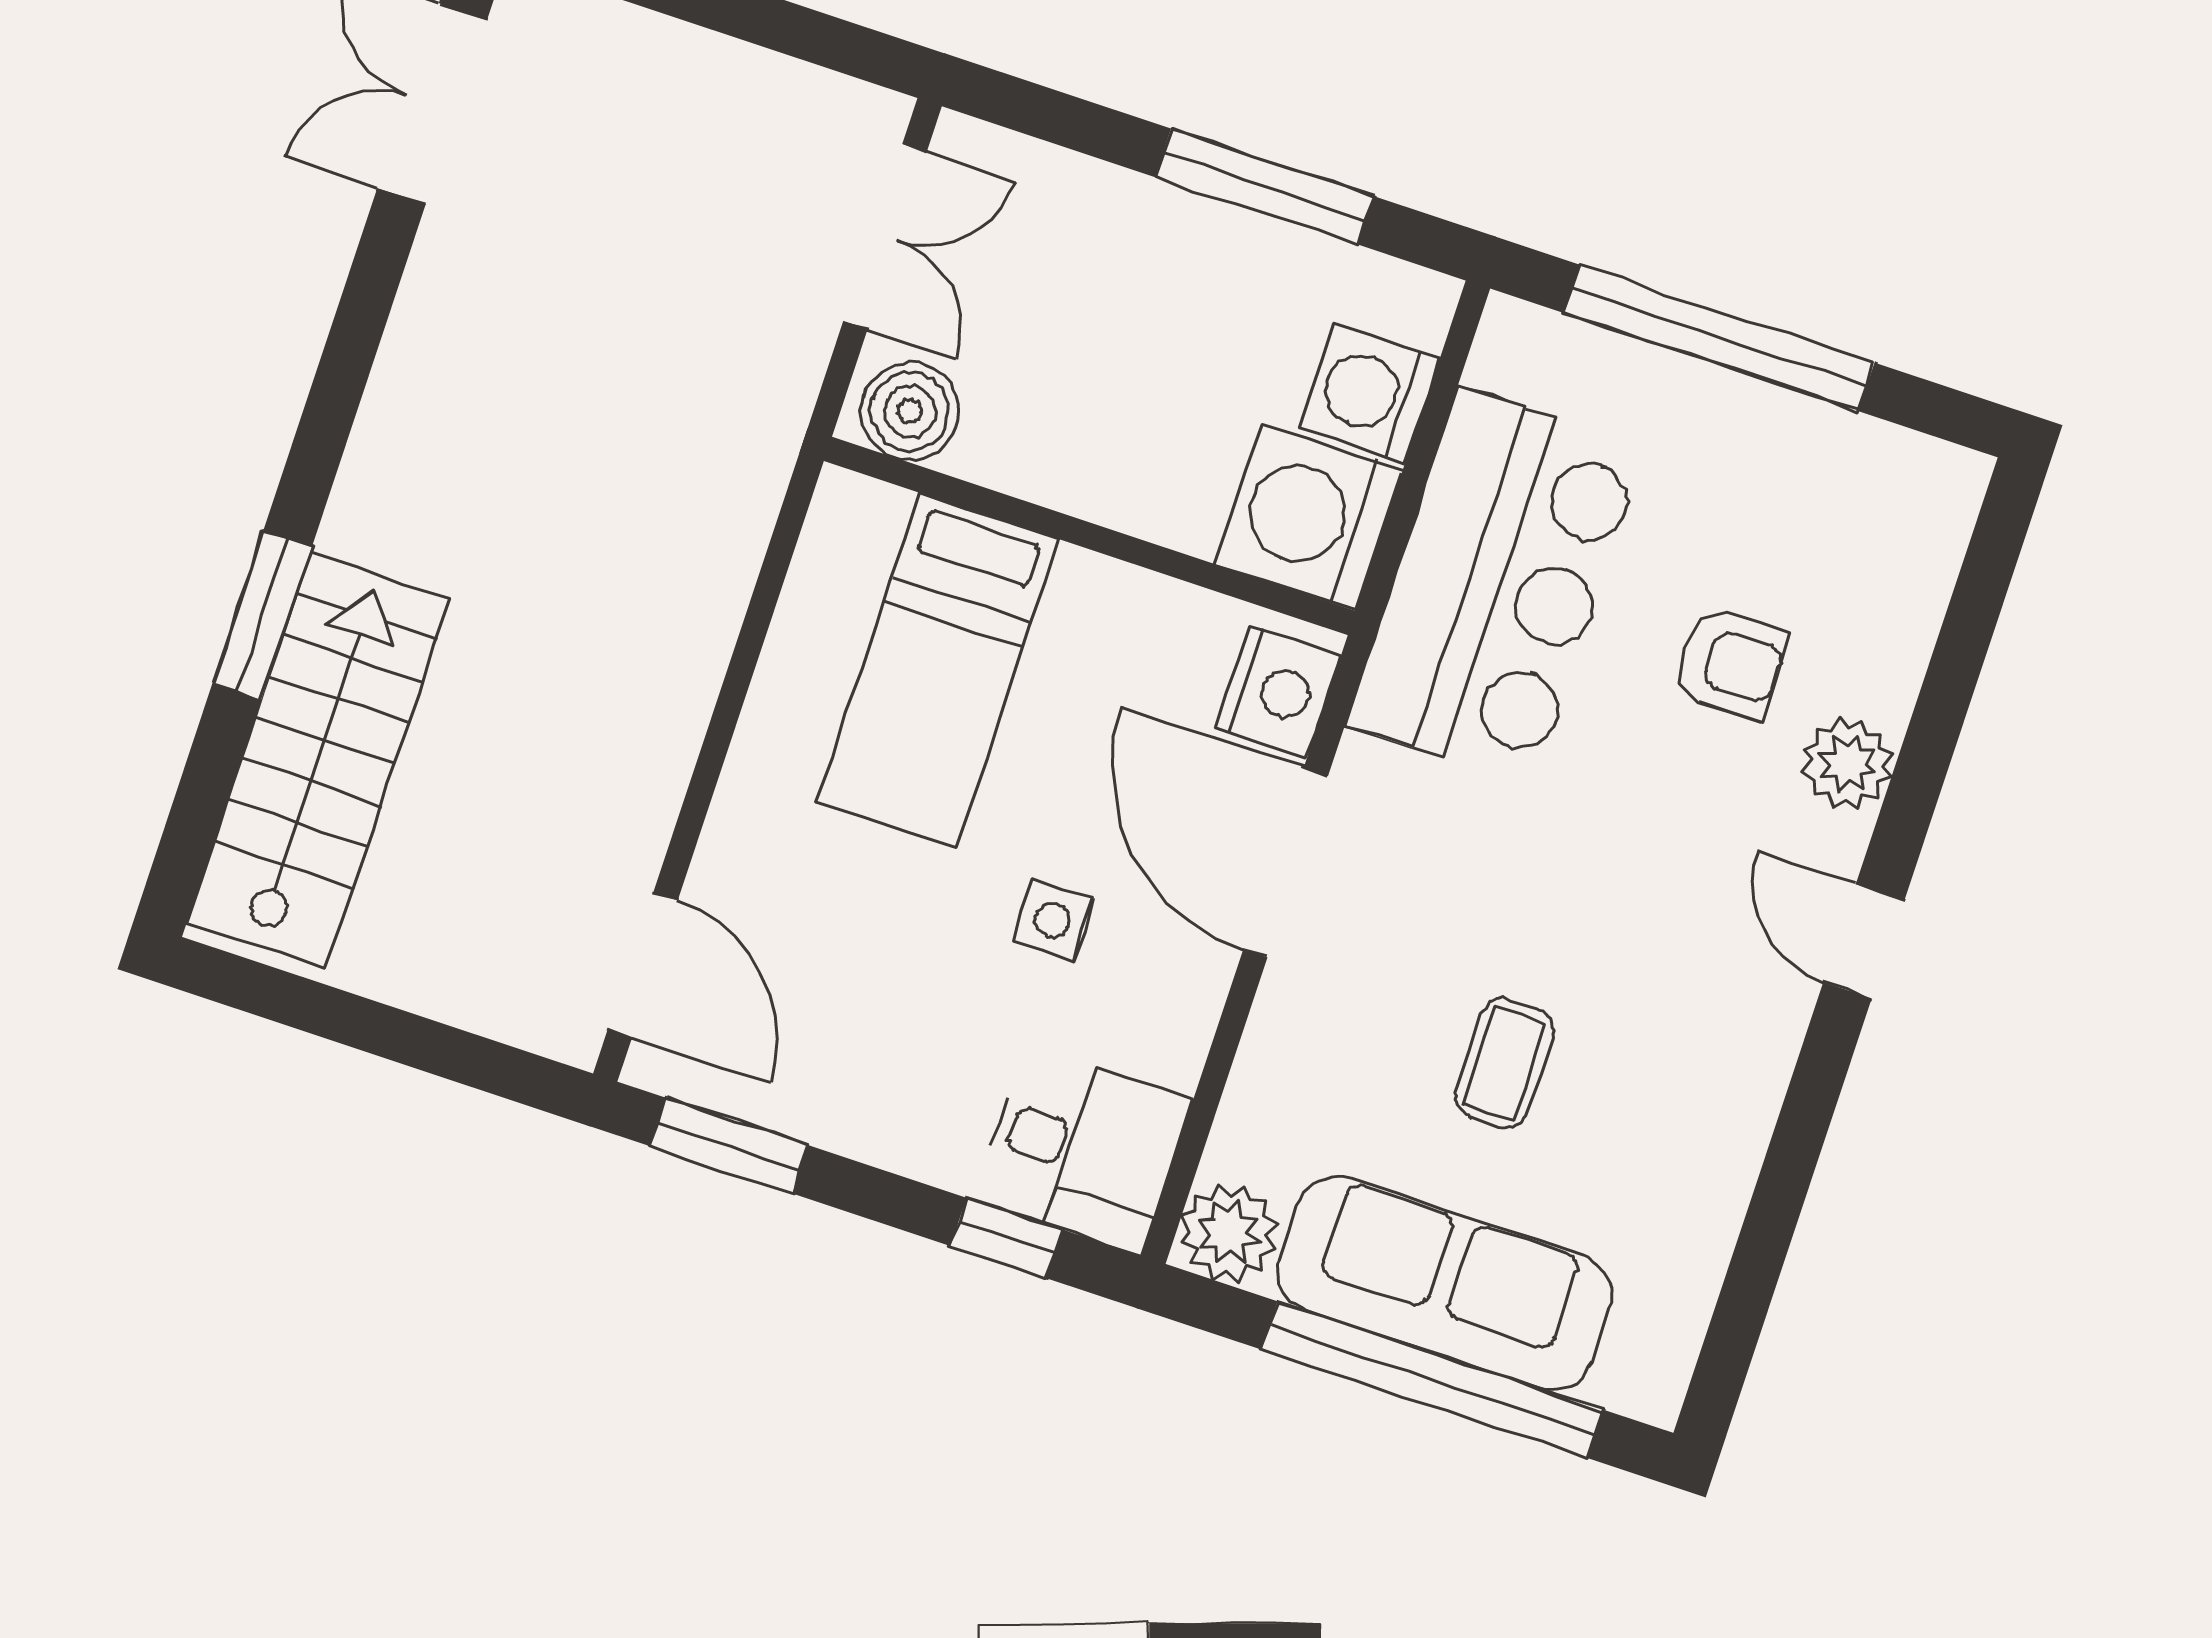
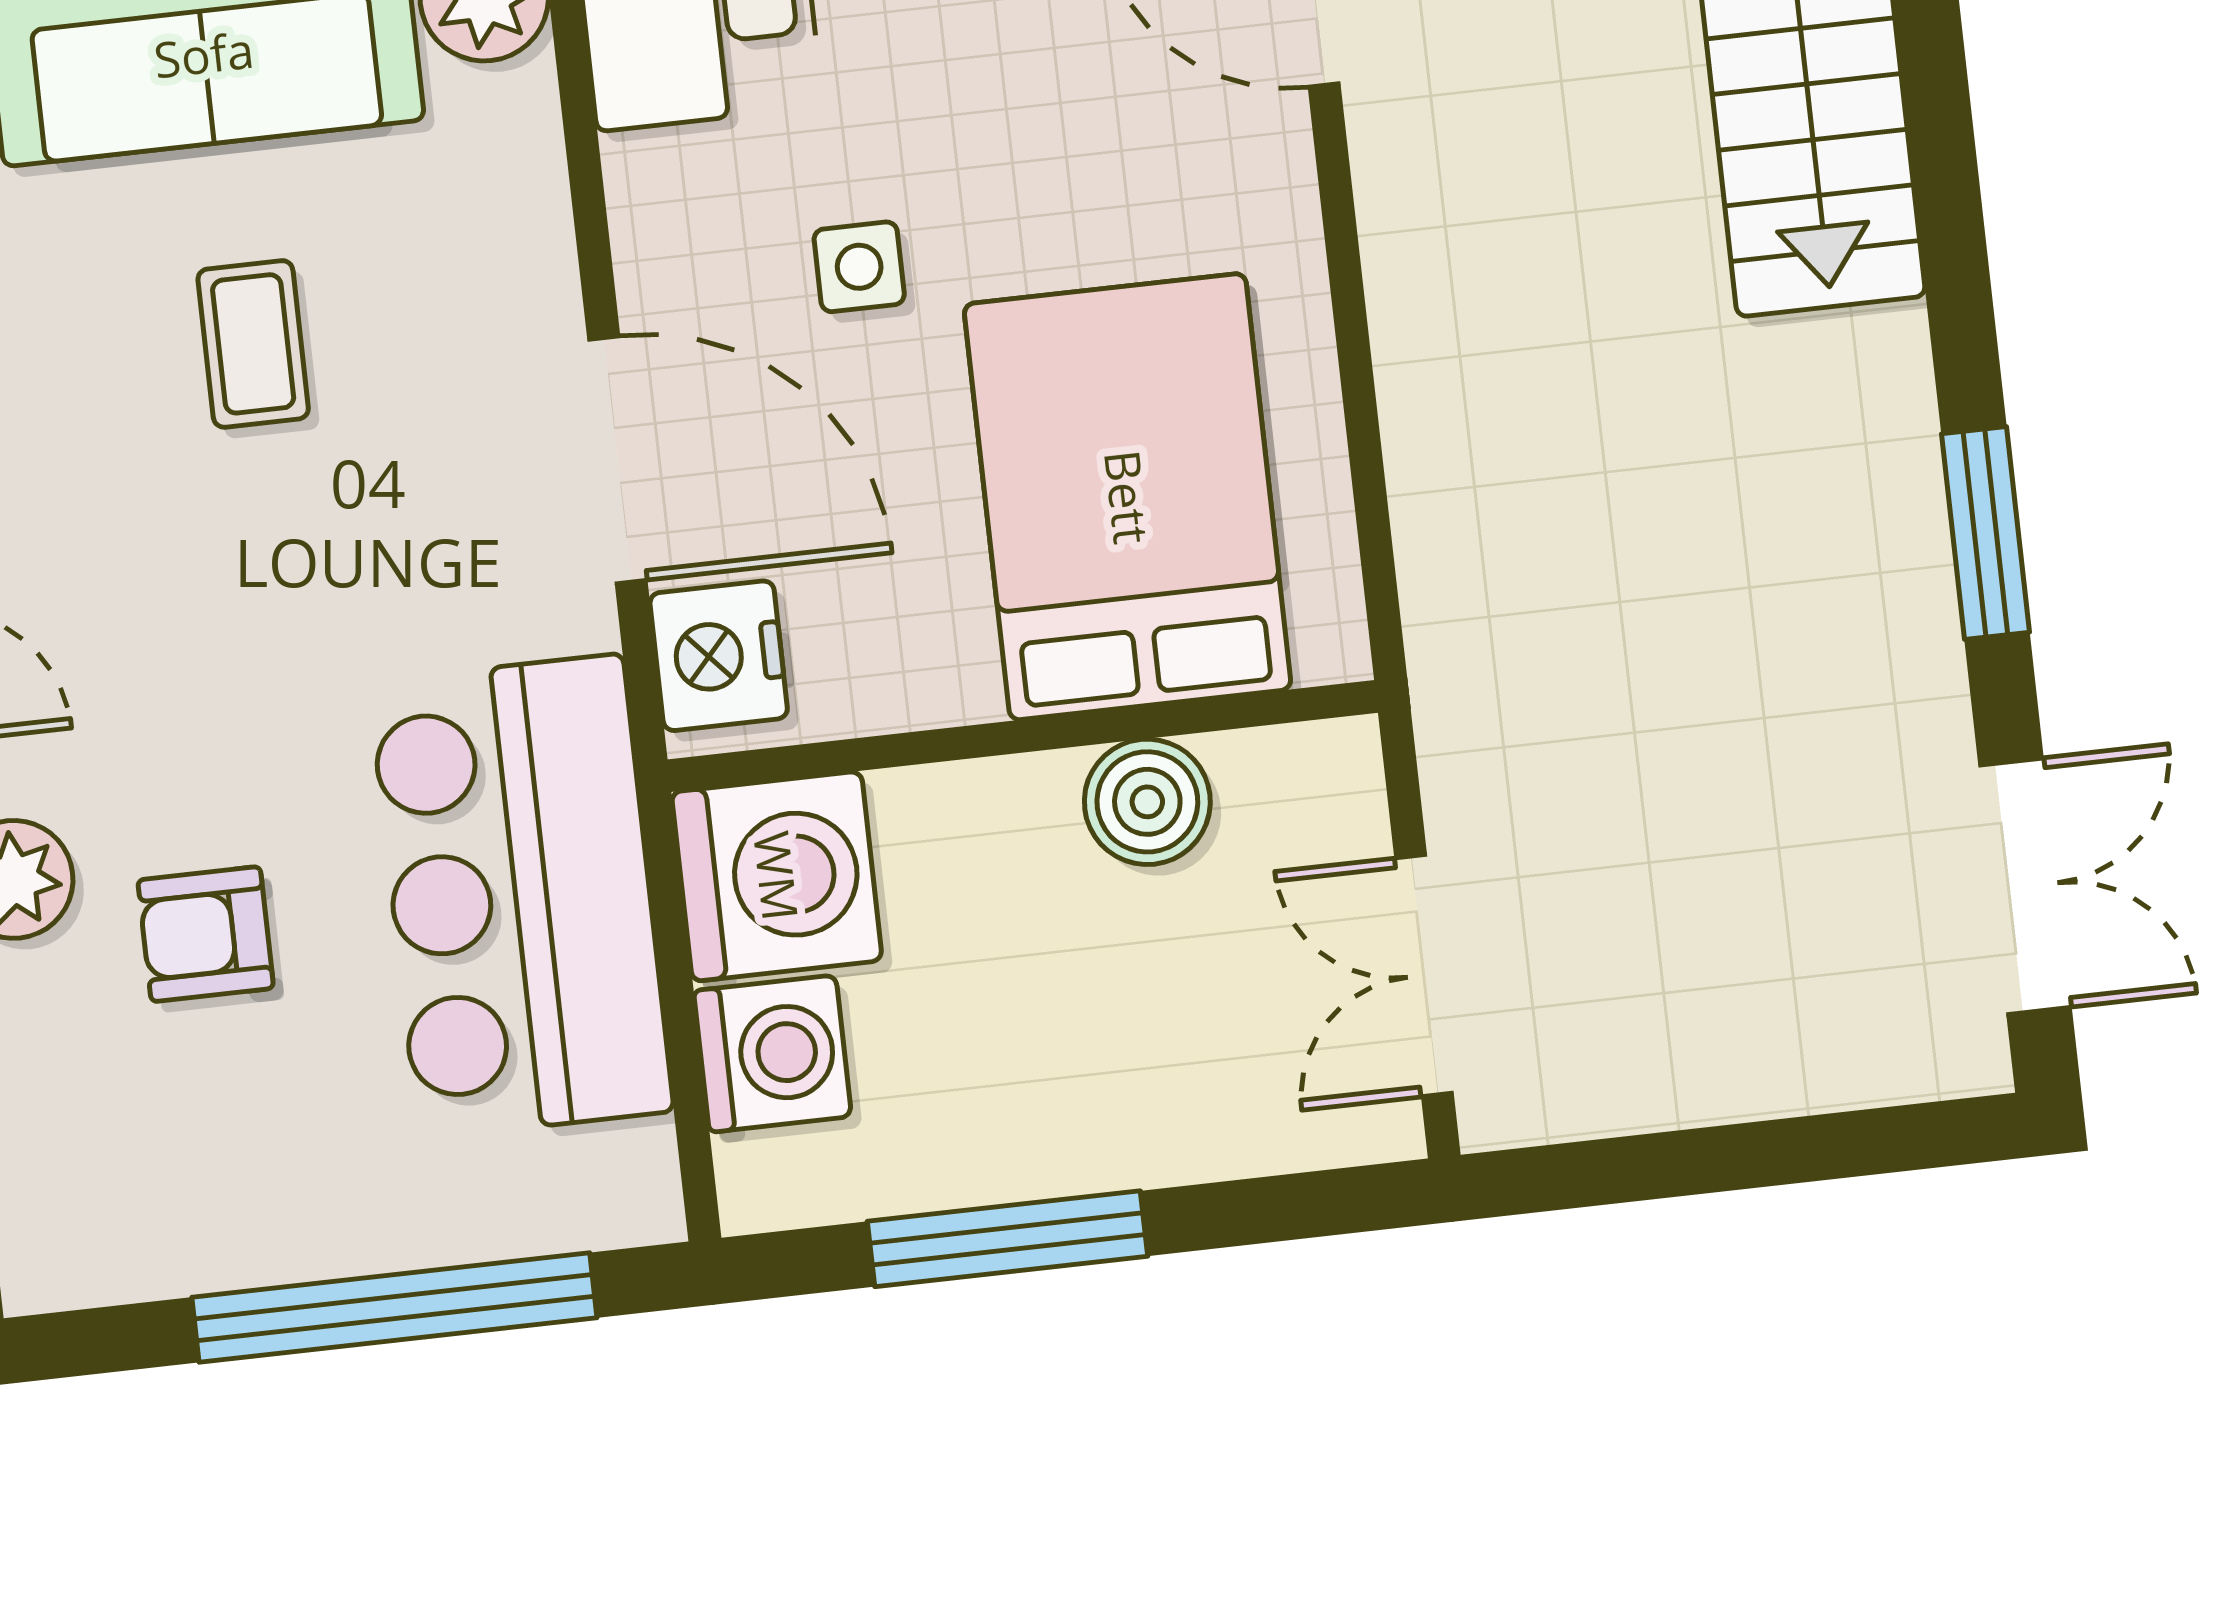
boiler: (910, 411) -> (1147, 802), moved
window: (262, 615) -> (1985, 533), moved
bed: (938, 670) -> (1128, 497), width x1.50

